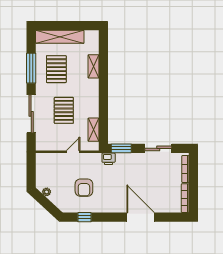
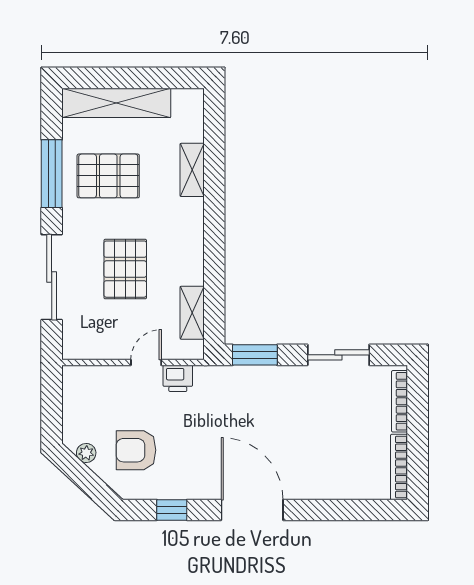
pallet: (56, 69) -> (108, 176), turned 90
printer: (109, 159) -> (178, 378), moved
armchair: (84, 188) -> (136, 450), moved, turned 90
door: (141, 217) -> (252, 510), moved

